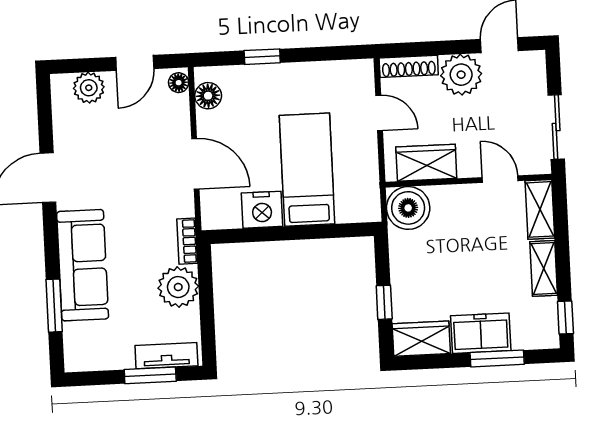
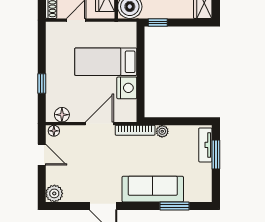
plant: (89, 88) -> (54, 193), moved
bookcase: (187, 241) -> (135, 130), width x1.56
plant: (178, 287) -> (162, 131), width x0.53, depth x0.53
window: (384, 302) -> (158, 22), moved

